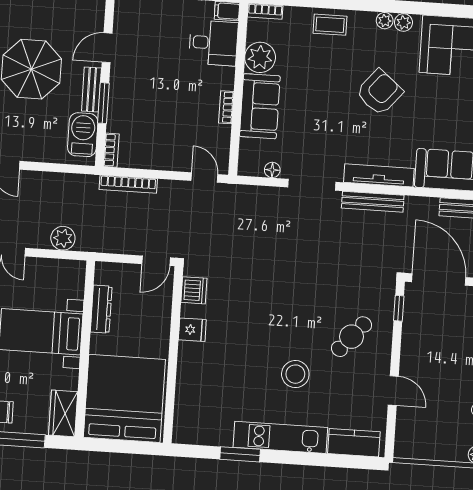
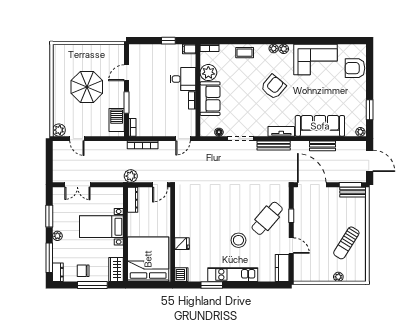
desk: (213, 43) -> (183, 79), moved
bench: (91, 89) -> (120, 96), removed
tv unit: (379, 175) -> (281, 131), width x0.71
door: (204, 178) -> (183, 139), swing flipped
plant: (63, 238) -> (131, 176), moved
dishwasher: (194, 290) -> (181, 275), moved
window: (399, 308) -> (291, 216), moved
dresser: (101, 309) -> (133, 200), moved
fridge: (192, 330) -> (182, 244), moved
cafe table: (352, 337) -> (267, 218), width x1.37, depth x1.35
kitchen counter: (354, 443) -> (282, 268), moved, turned -90

